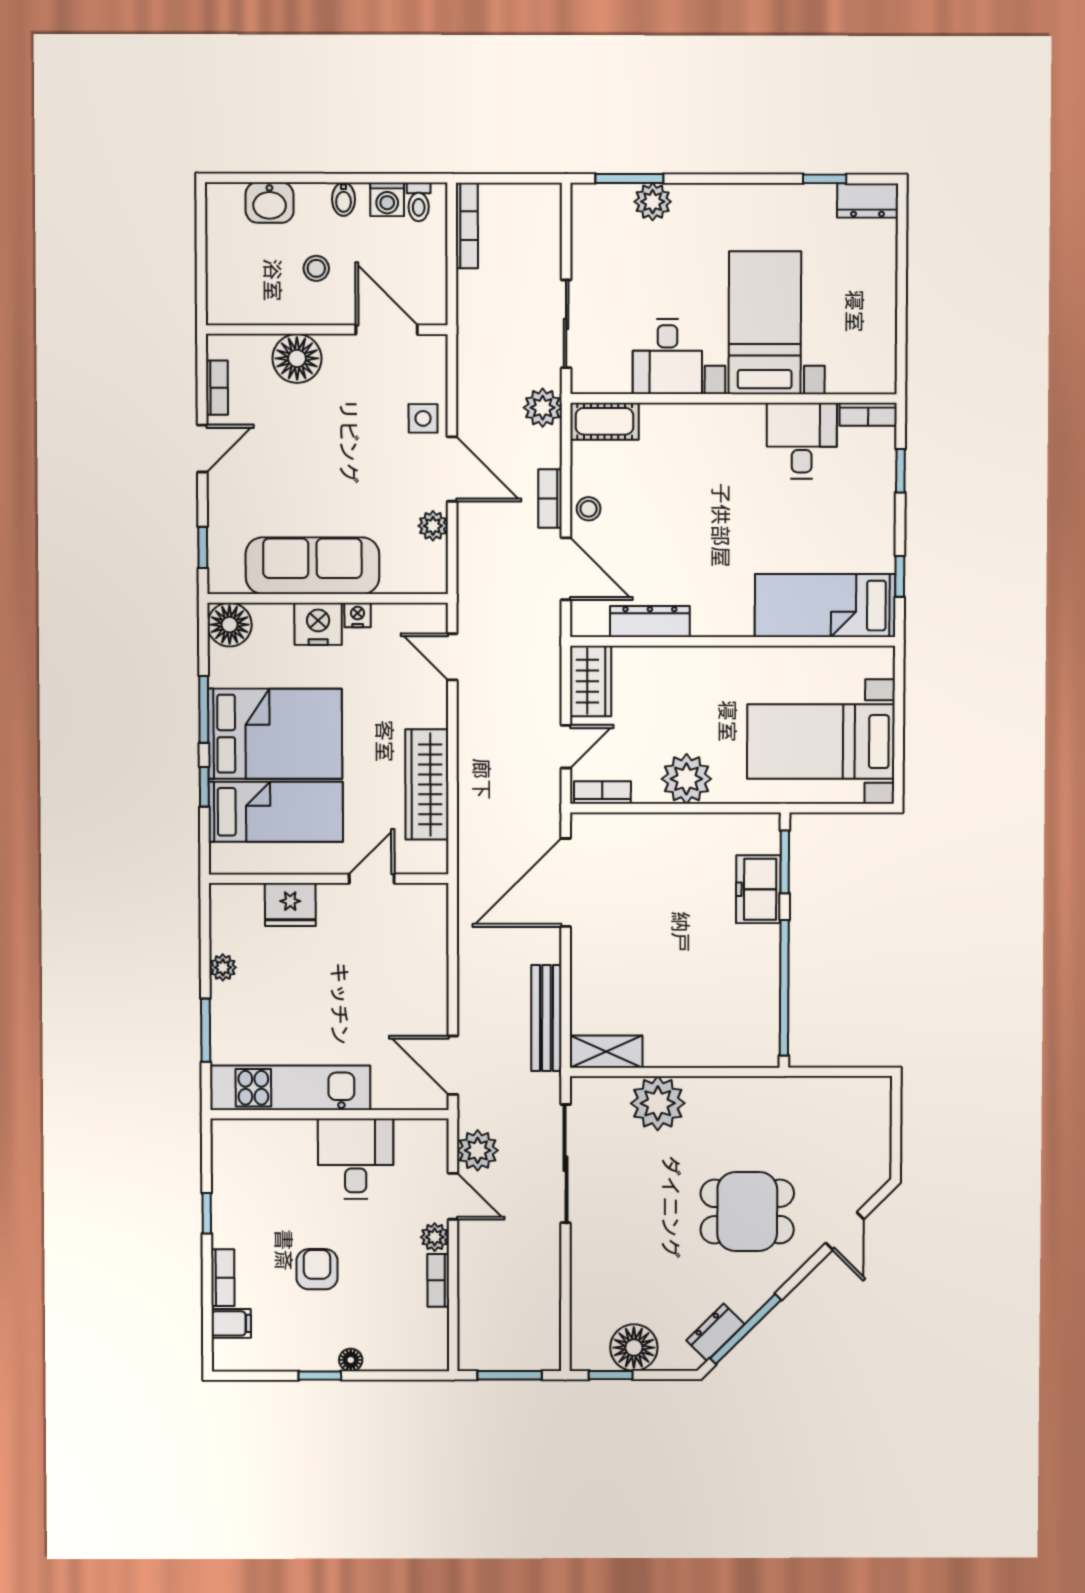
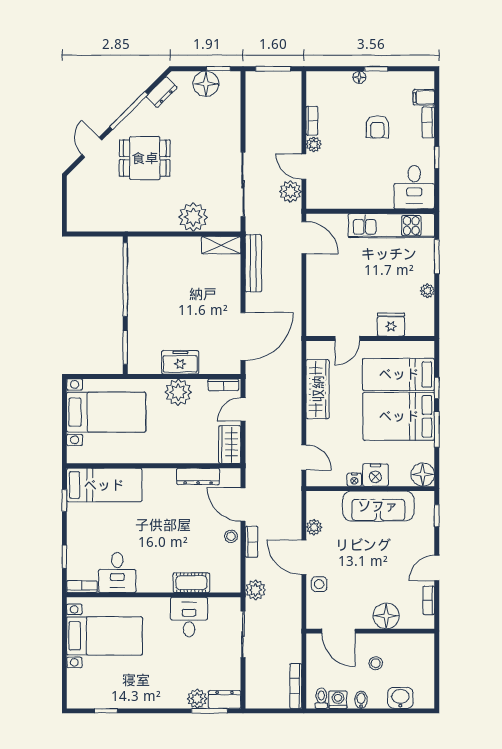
dresser: (868, 201) -> (225, 699), moved
bed with nightstands: (765, 323) -> (104, 636), moved, turned -90
cot: (604, 421) -> (191, 583), moved
freezer: (758, 889) -> (180, 362), moved, turned -90
desk: (356, 1159) -> (414, 187), moved
window: (746, 1329) -> (129, 110), moved

